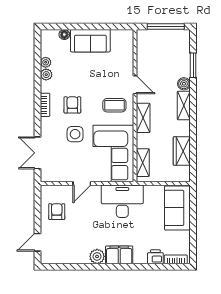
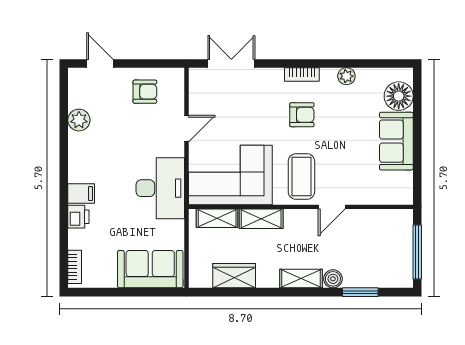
floor lamp: (64, 34) -> (399, 96), width x1.89, depth x1.89
plant: (46, 62) -> (365, 75), removed
coffee table: (114, 105) -> (301, 177), width x1.36, depth x1.30
shelving: (143, 118) -> (261, 219), moved
side table: (75, 134) -> (259, 119), removed
door: (82, 183) -> (186, 129), swing flipped
filing cabinet: (119, 255) -> (81, 194), width x0.50
plant: (97, 256) -> (79, 120), moved
printer: (155, 257) -> (78, 217), moved

